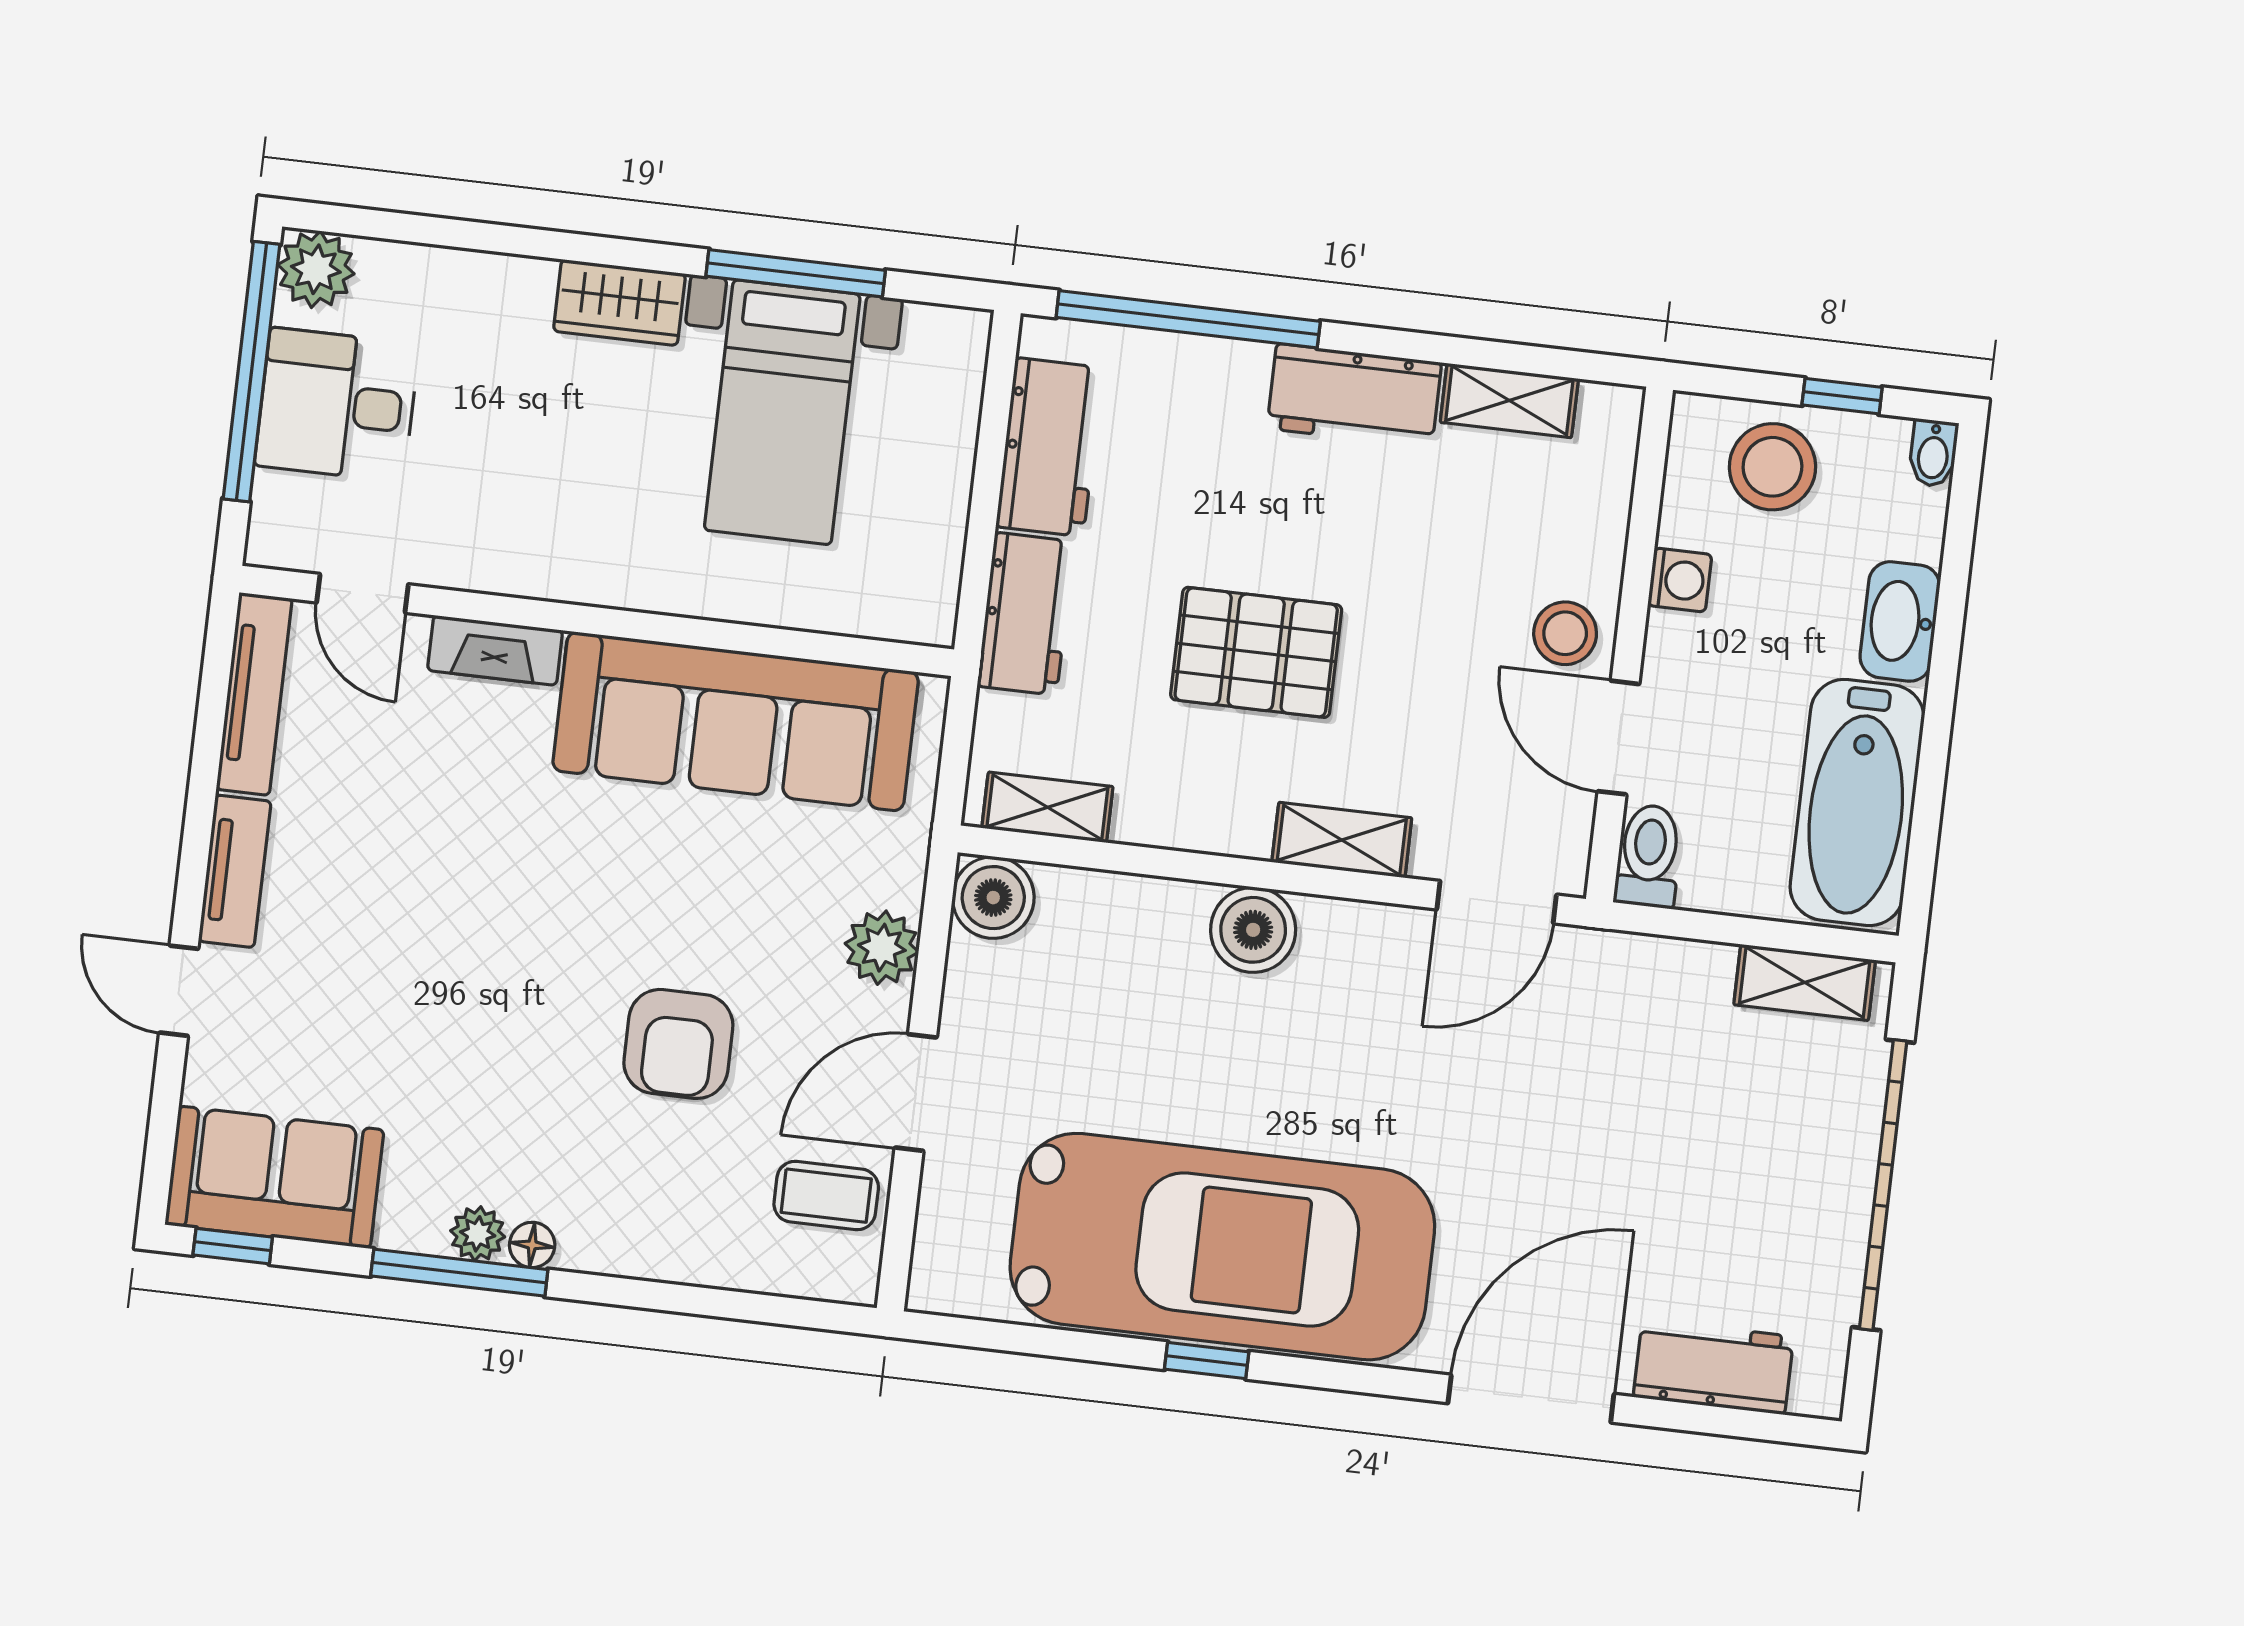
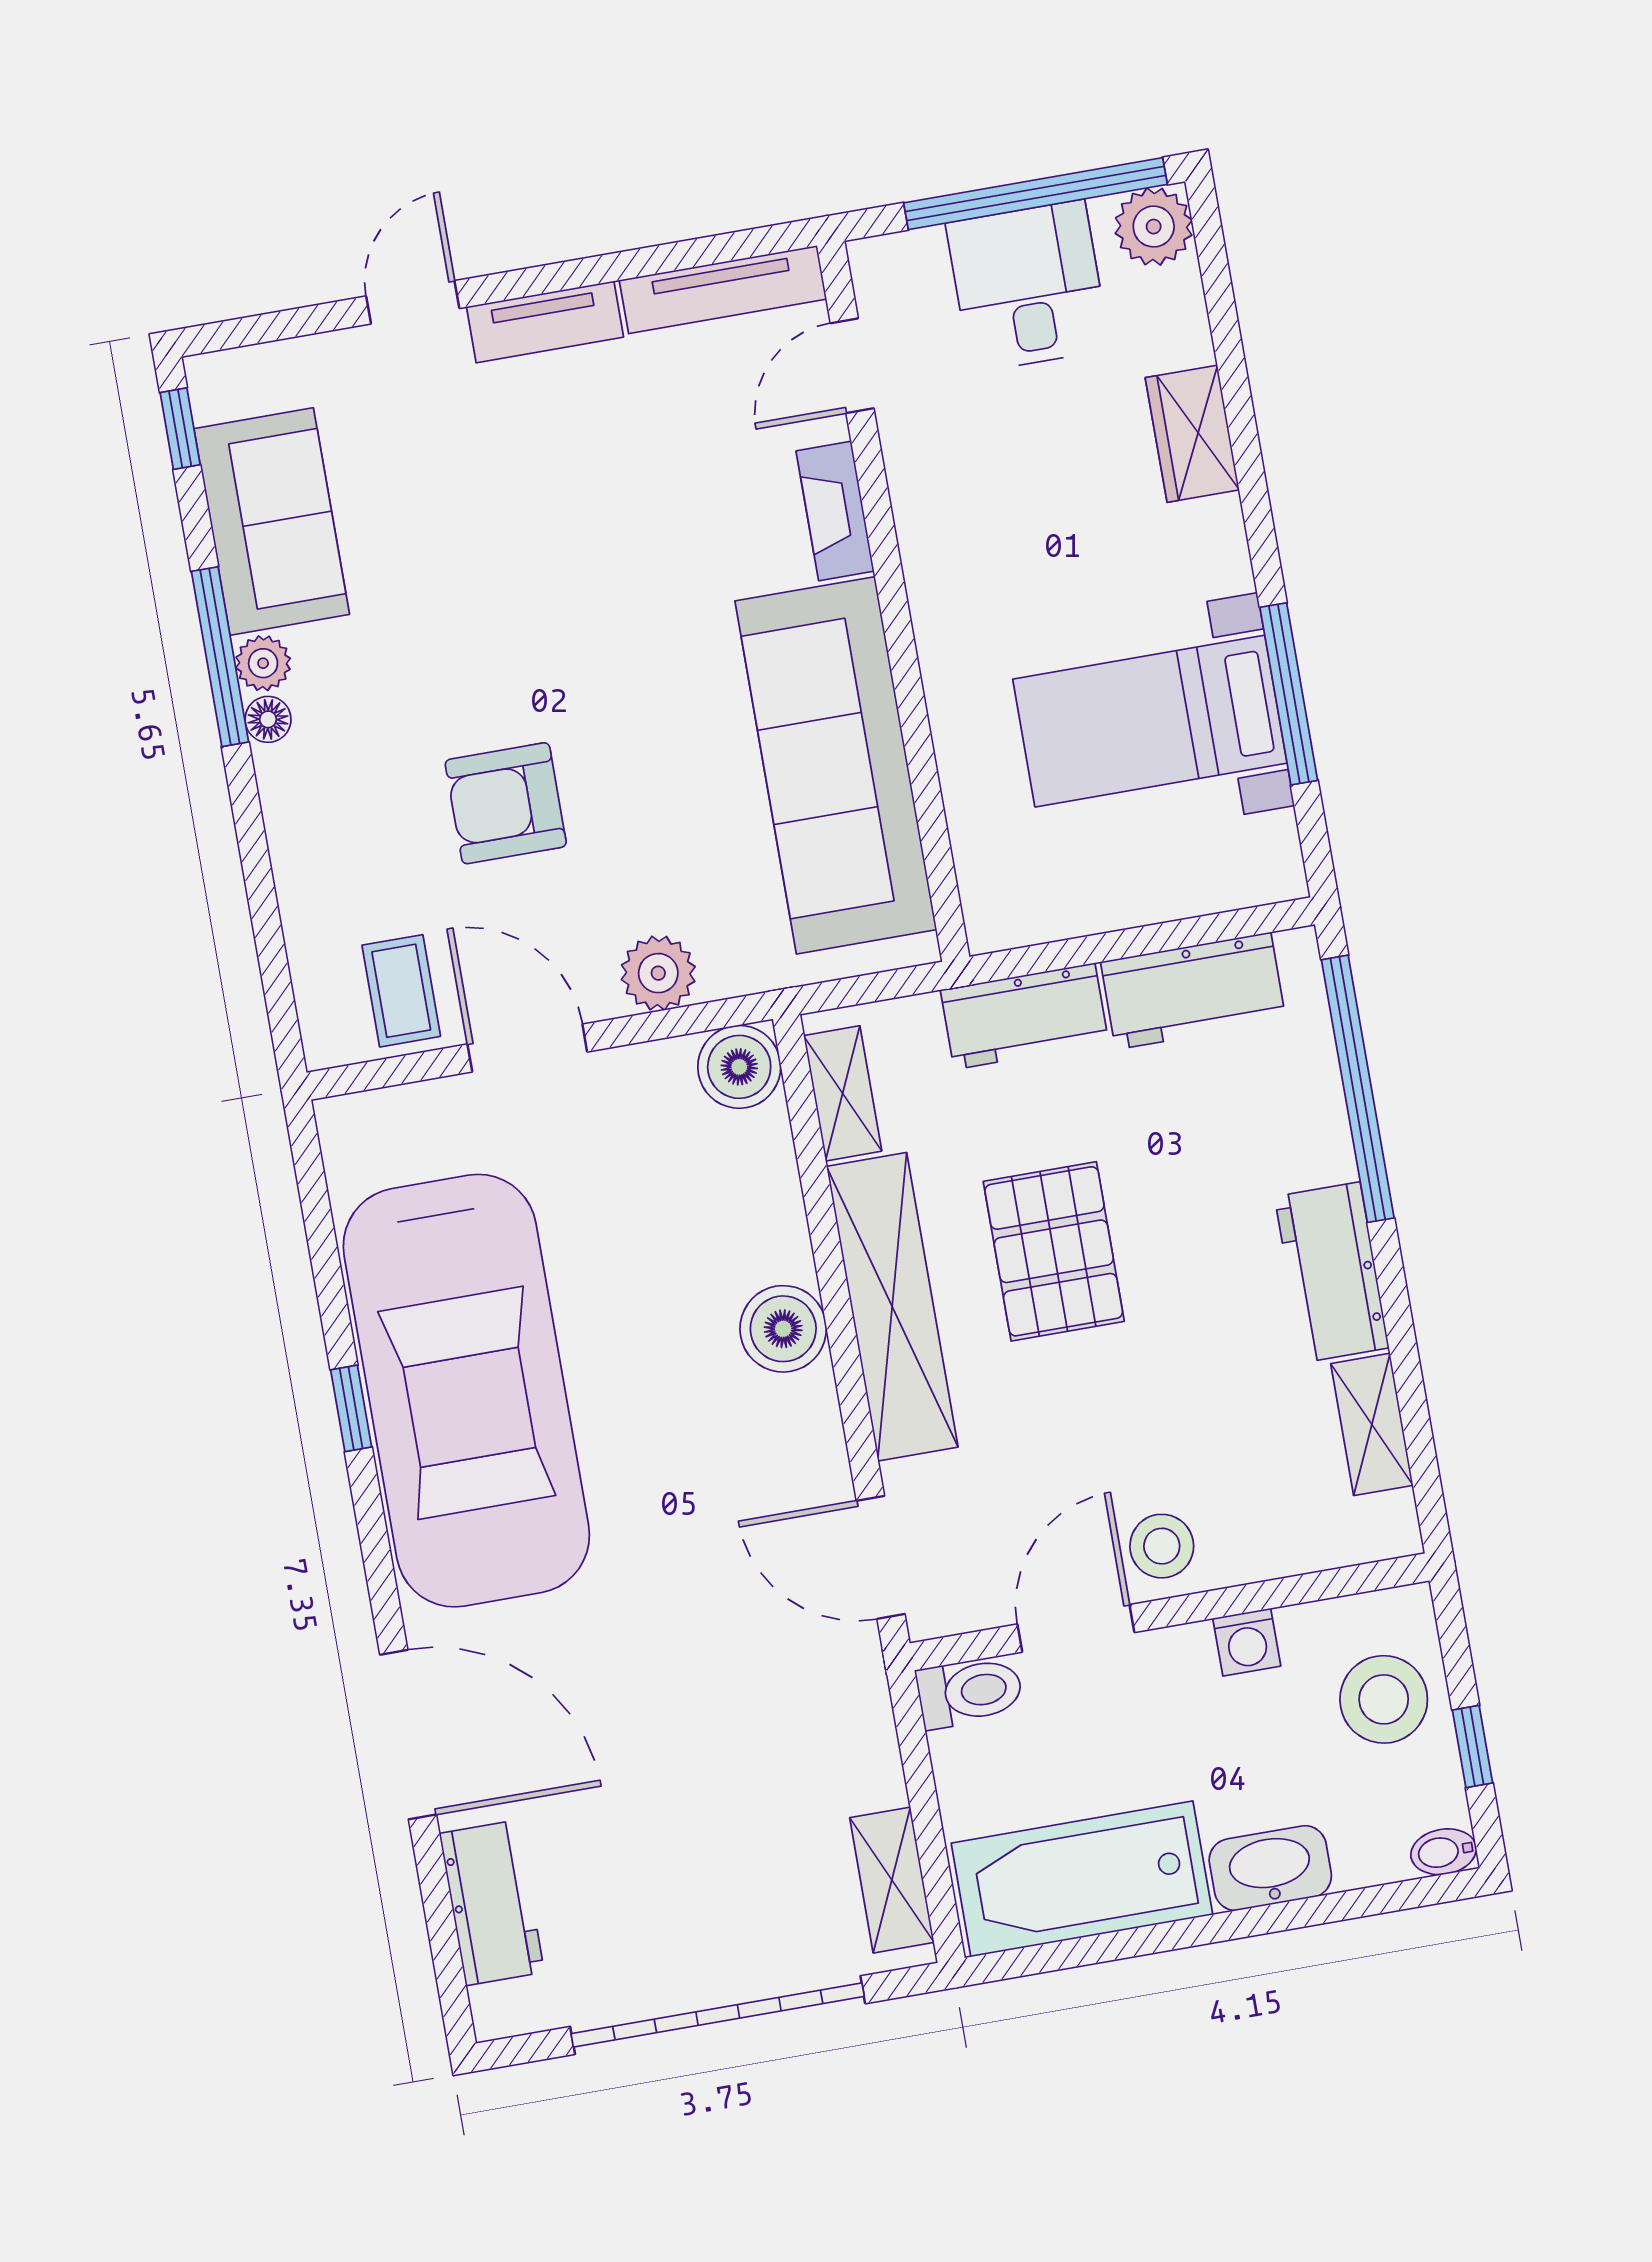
wardrobe: (619, 302) -> (1192, 434), moved
shelving: (1342, 840) -> (892, 1307), width x2.20, depth x1.33
sofa: (274, 1177) -> (272, 521), moved

